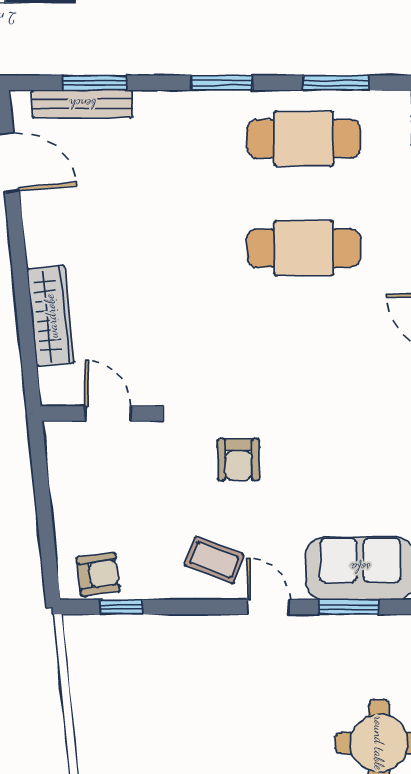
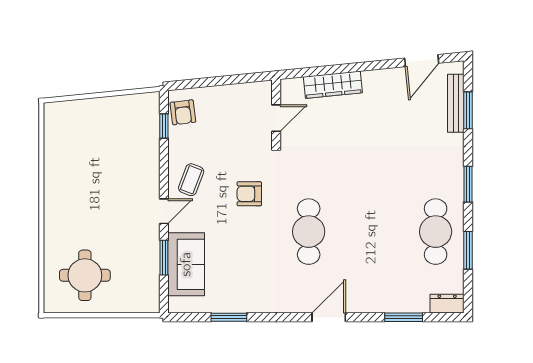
cafe table: (304, 248) -> (309, 232), moved

